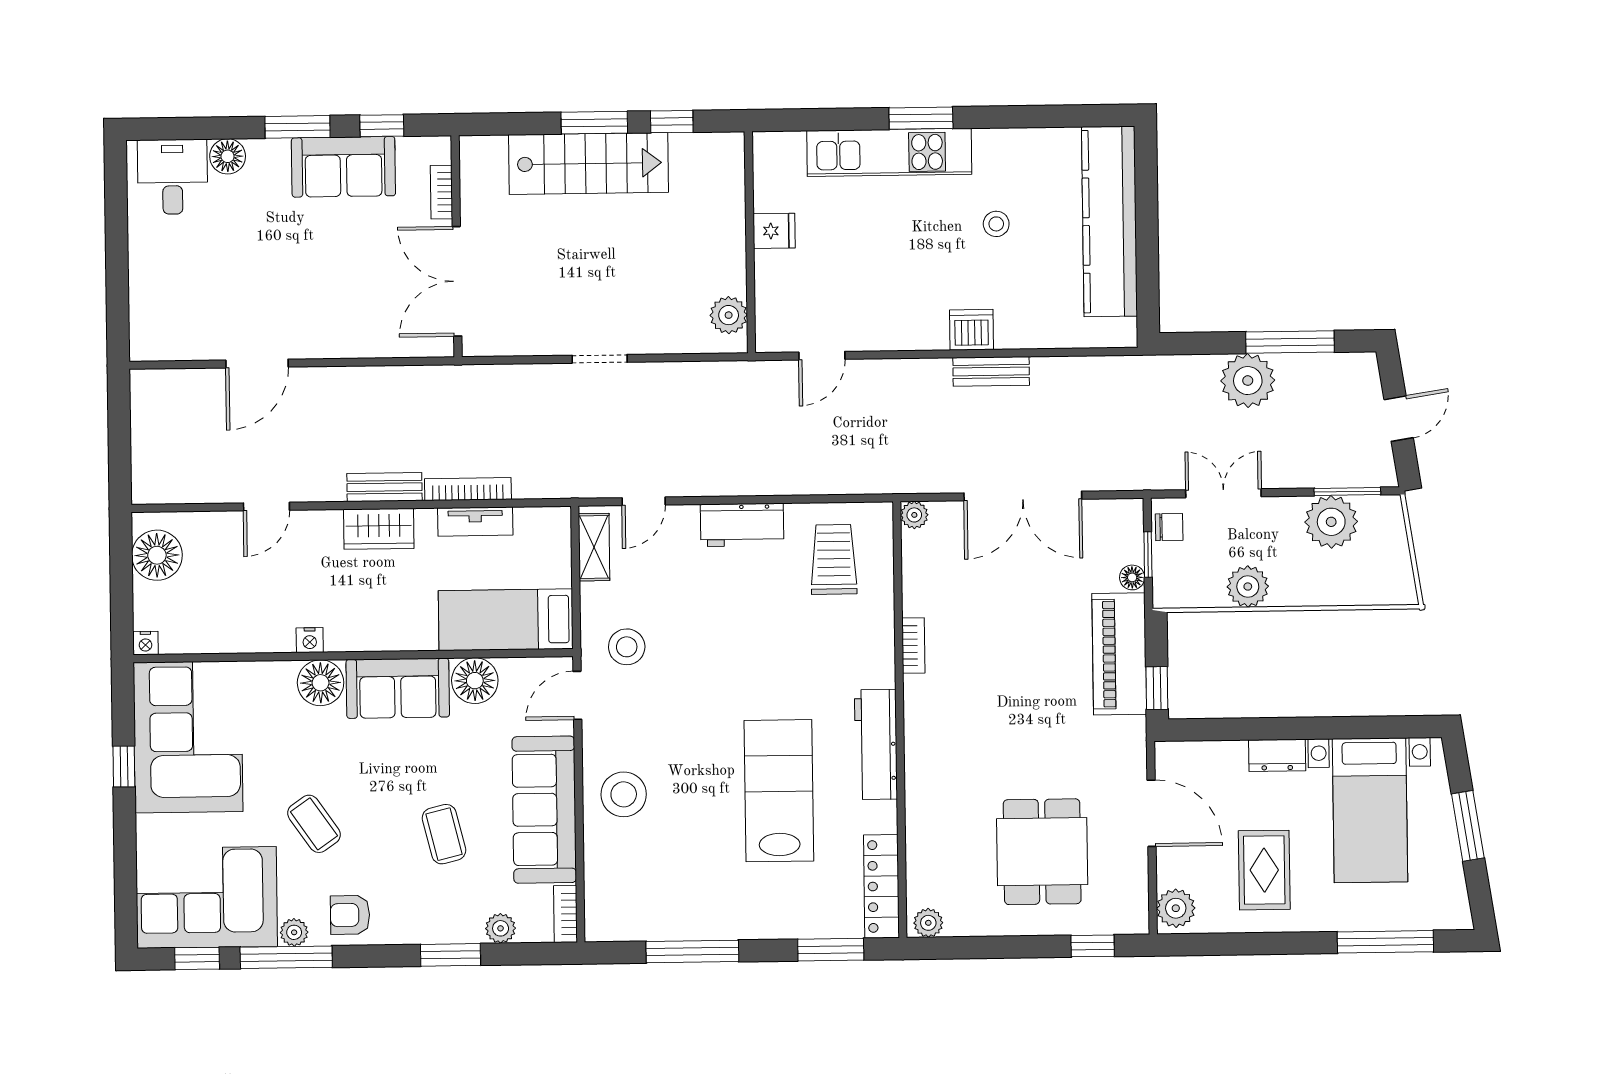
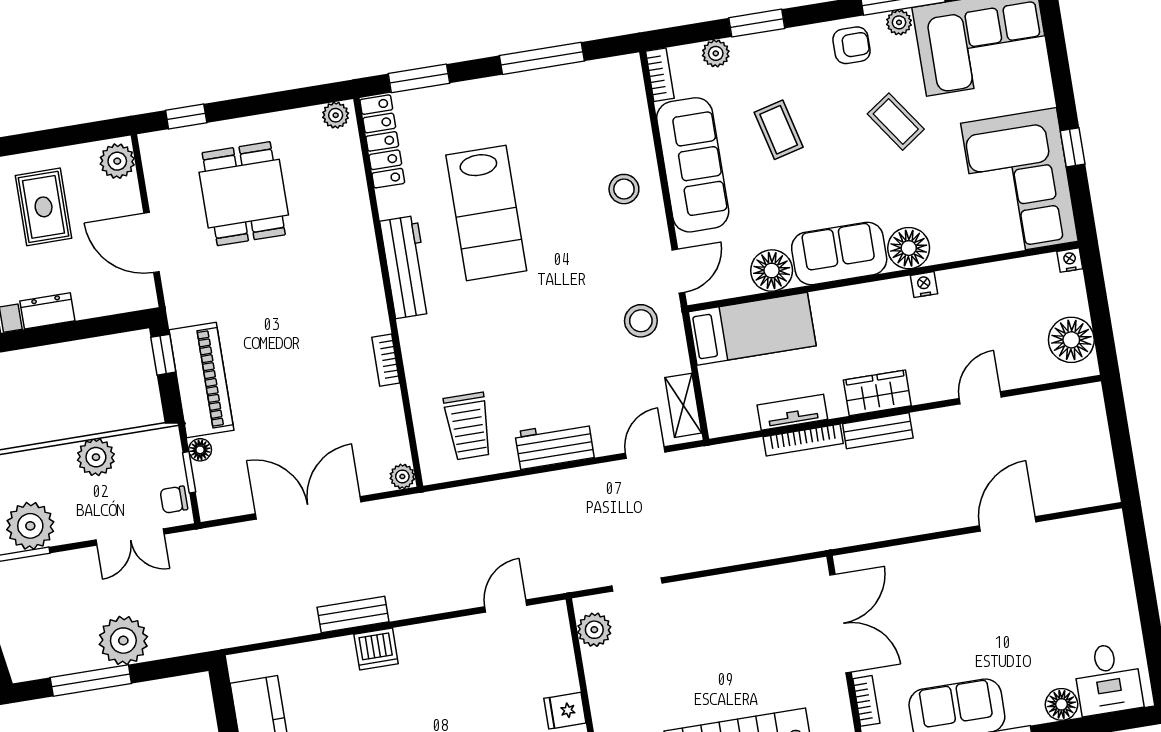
doorway: (600, 359) -> (637, 584), moved
stool: (624, 794) -> (624, 189), width x0.73, depth x0.73

